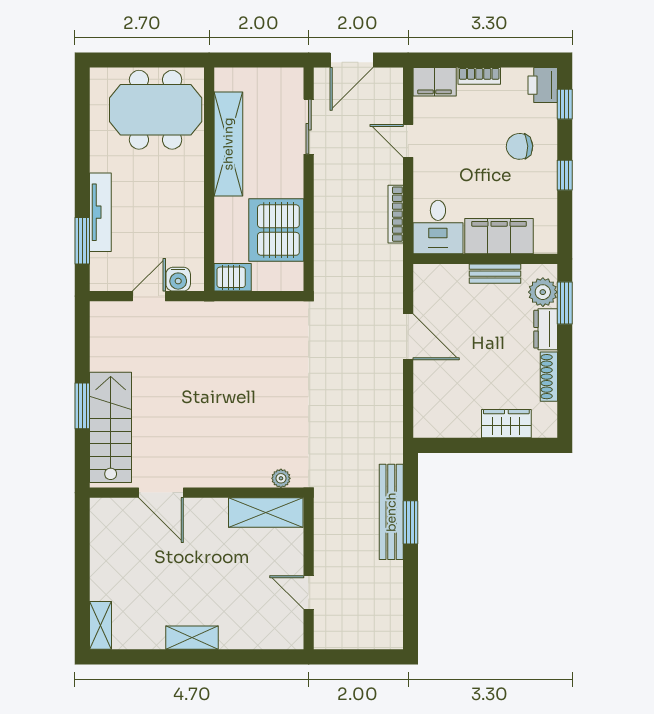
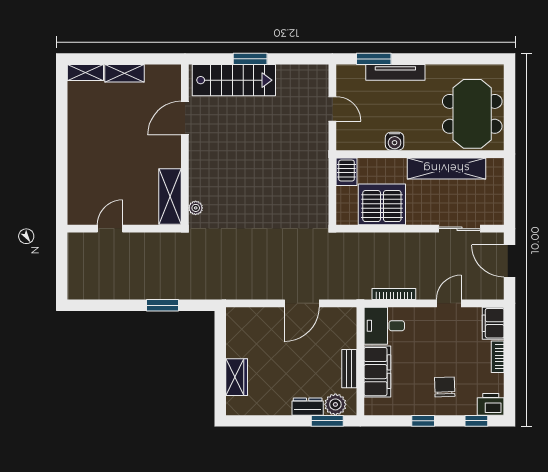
water cooler: (178, 279) -> (395, 141), moved, turned -90
shoe rack: (549, 377) -> (272, 409), removed
bench: (391, 512) -> (170, 291), removed
shelving: (192, 638) -> (124, 73), moved, turned 90

